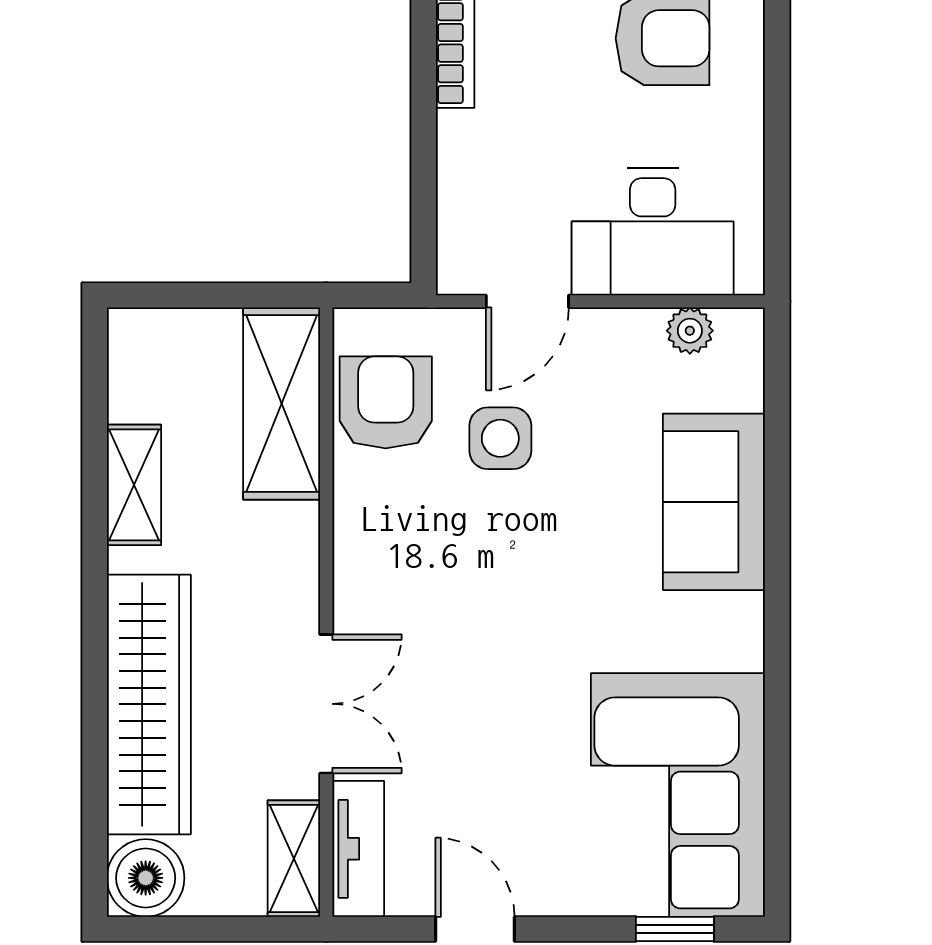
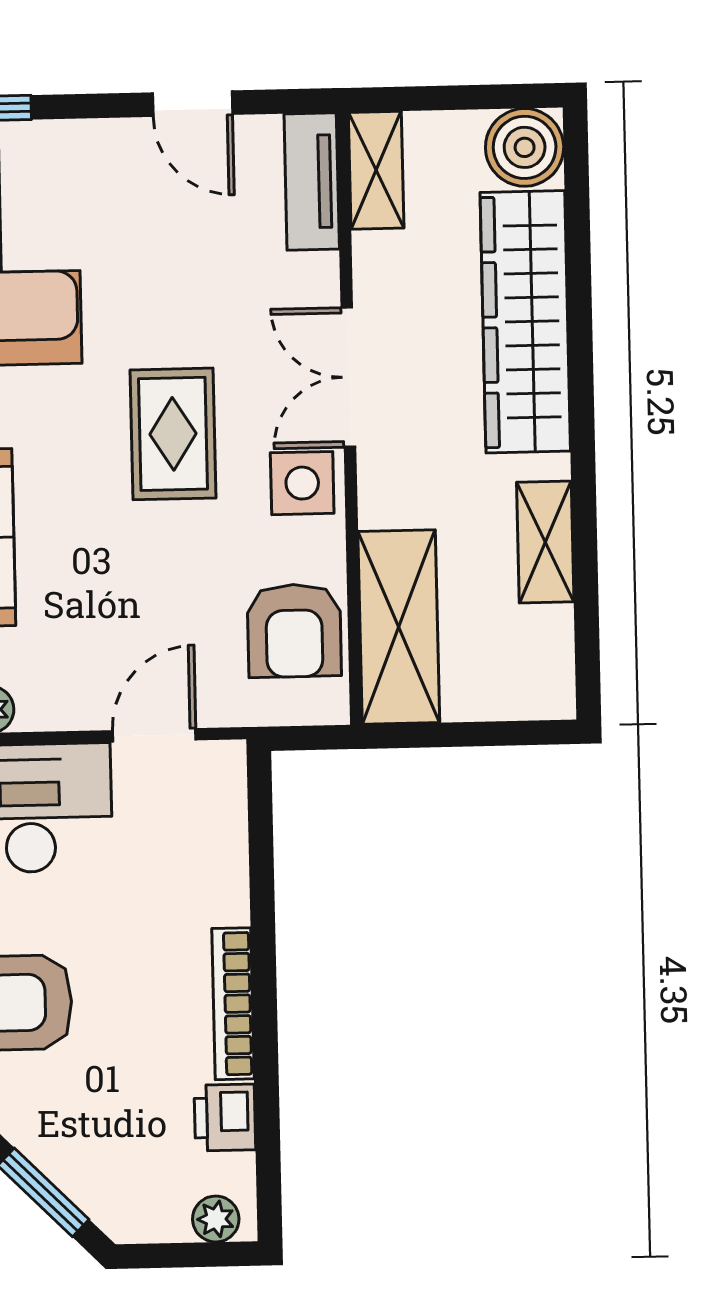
side table: (500, 438) -> (302, 483), moved
rug: (502, 601) -> (173, 434), added
double door: (326, 704) -> (348, 377), moved

